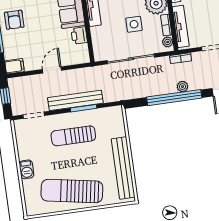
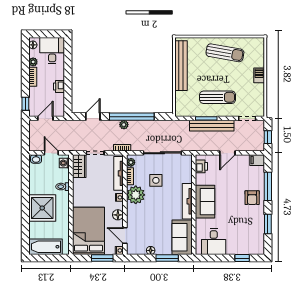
armchair: (14, 20) -> (252, 198), turned 180
printer: (79, 35) -> (201, 166), moved
sun lounger: (72, 191) -> (225, 53), width x0.73, depth x0.75

